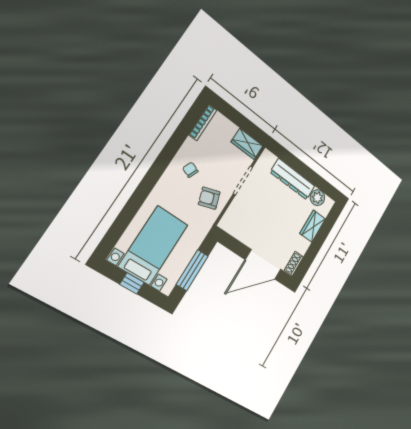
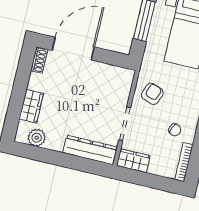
chair: (190, 170) -> (175, 130), moved
dresser: (293, 179) -> (90, 150), moved
armchair: (209, 198) -> (152, 94), turned -52

